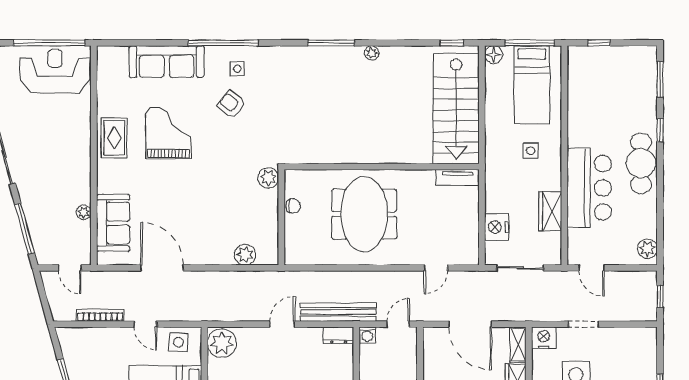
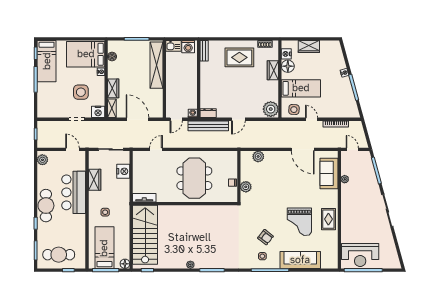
cafe table: (617, 72) -> (59, 255), added
plant: (268, 178) -> (246, 187), moved

